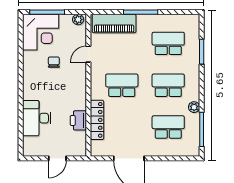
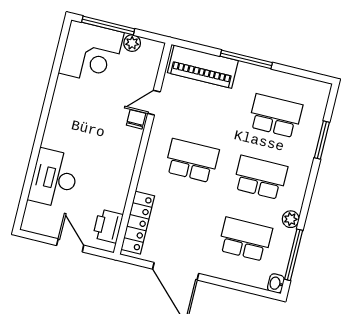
plant: (78, 19) -> (132, 43), moved
chair: (54, 62) -> (136, 119), moved
printer: (78, 120) -> (108, 226), moved
locker: (97, 120) -> (138, 223), moved
washbasin: (195, 150) -> (276, 283), added
door: (57, 158) -> (70, 245), swing flipped

